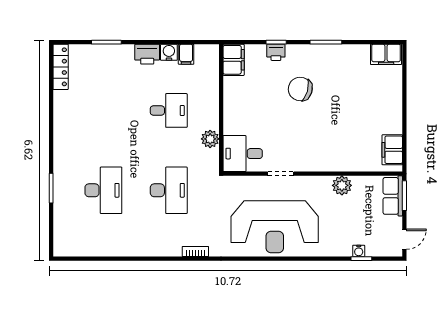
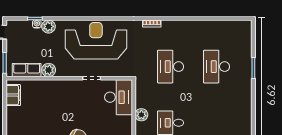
plant: (210, 139) -> (141, 115), moved
desk: (243, 154) -> (119, 97), width x1.37
row of seats: (393, 196) -> (27, 70), moved, turned -90
plant: (342, 247) -> (49, 26), added

